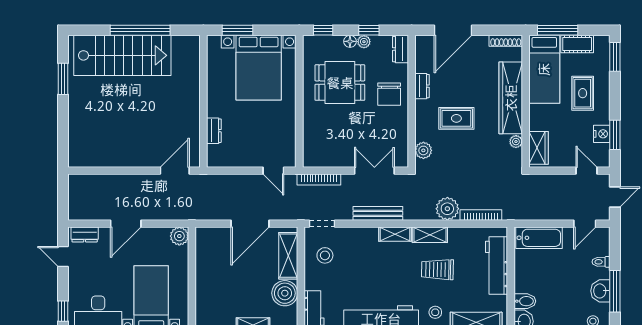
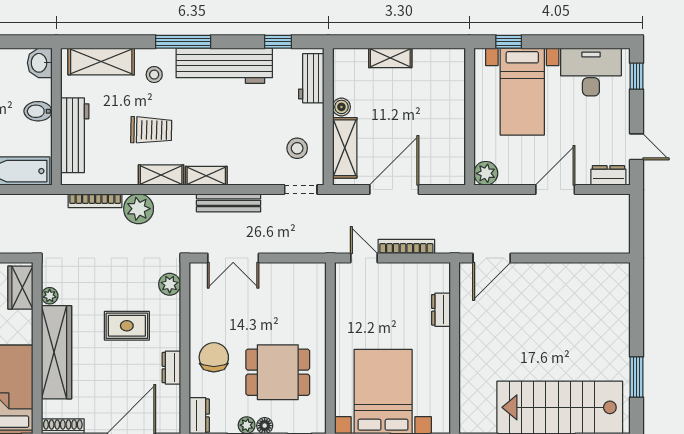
bookcase: (319, 180) -> (406, 247), moved
boiler: (285, 293) -> (341, 107), width x0.54, depth x0.54
bidet: (525, 301) -> (38, 111), moved

